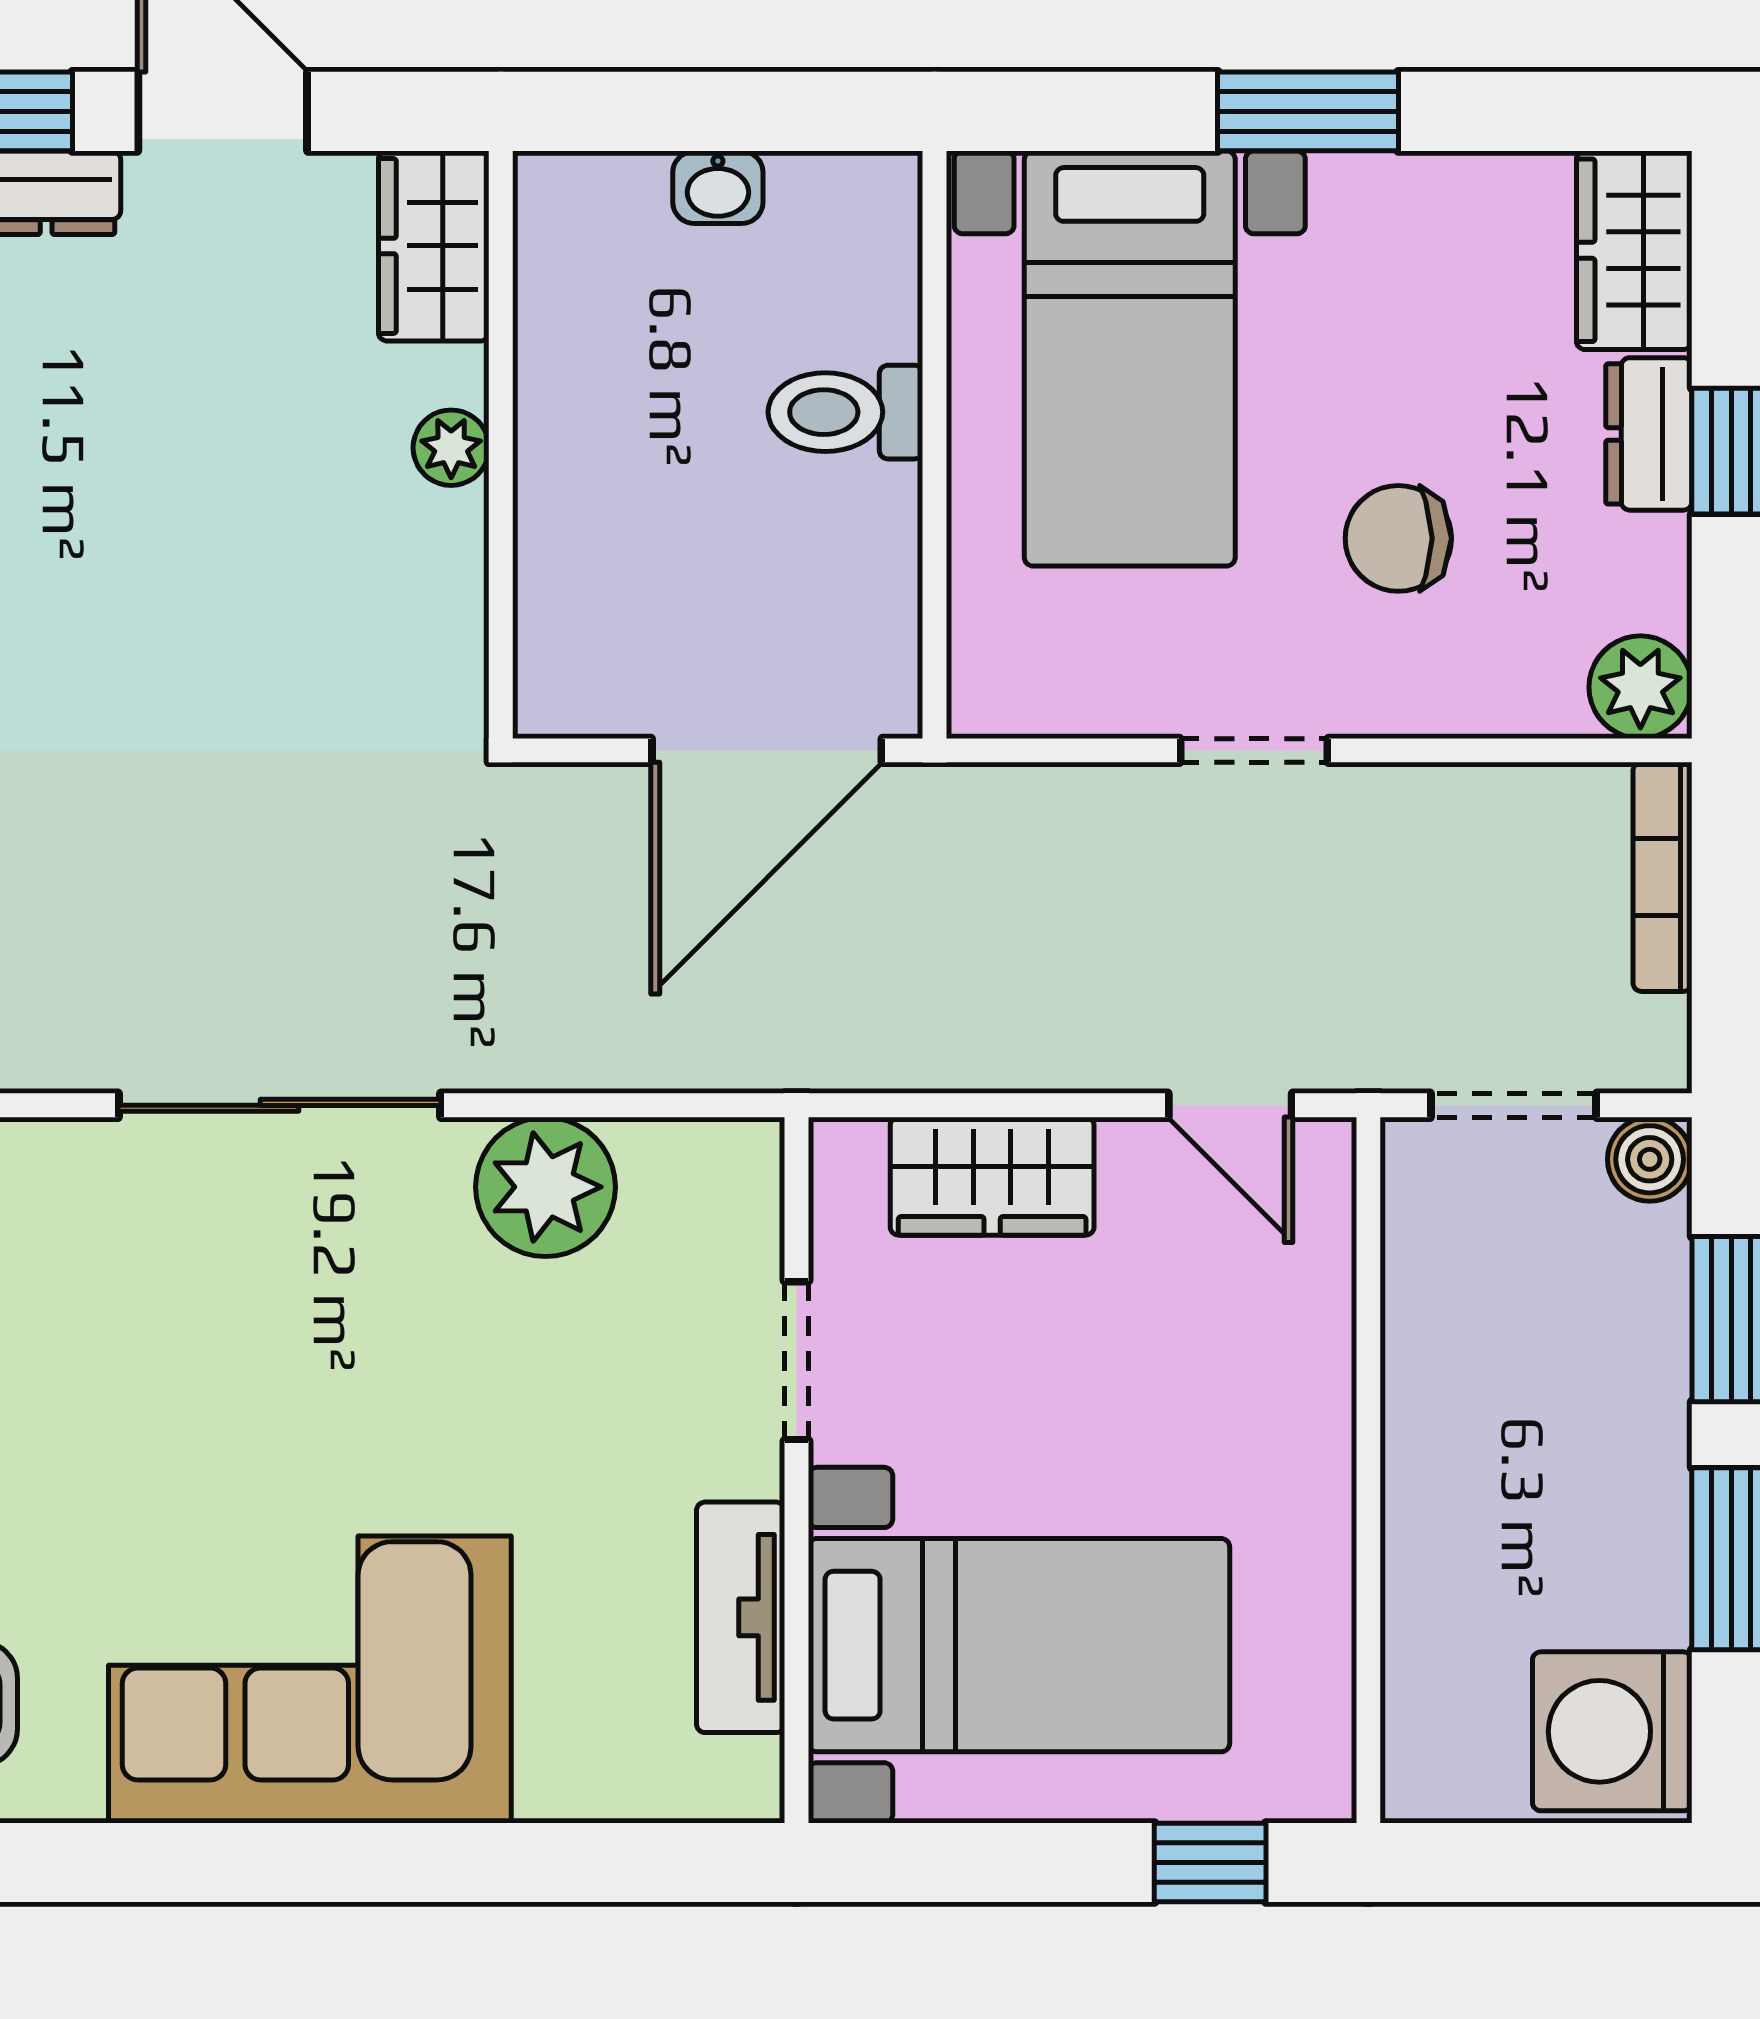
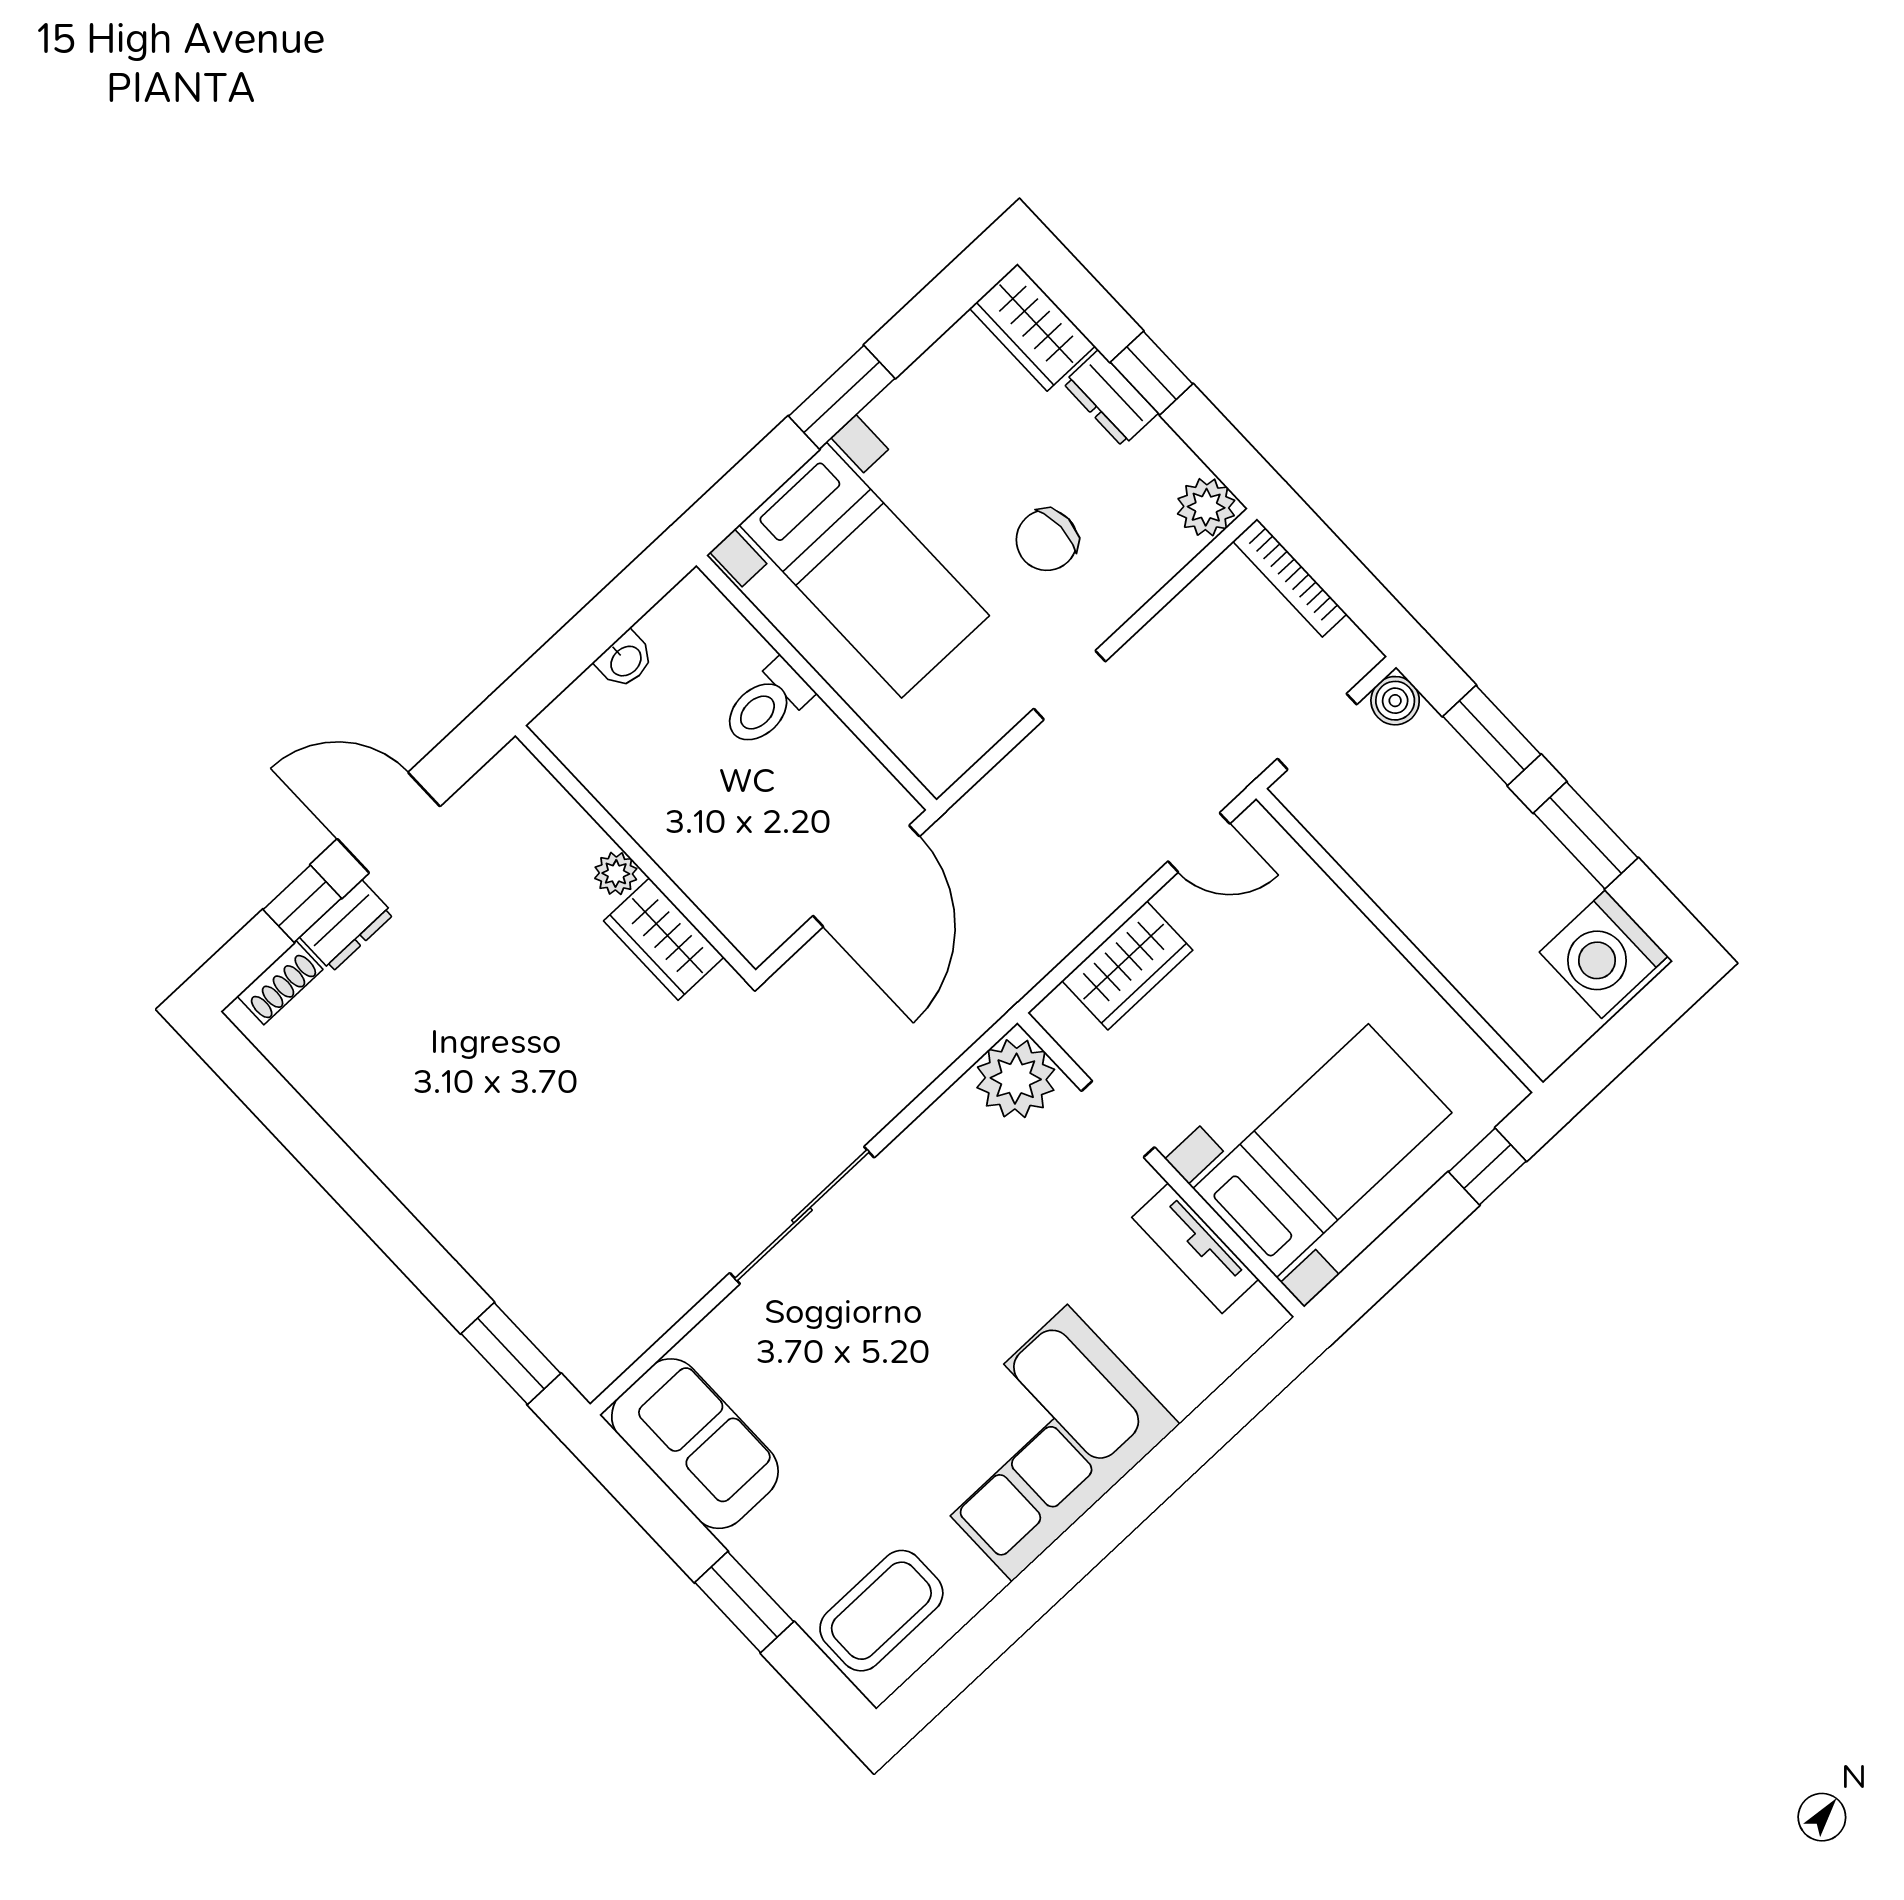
wardrobe: (434, 246) -> (664, 939), moved
plant: (546, 1187) -> (1016, 1079), moved

